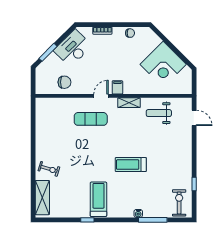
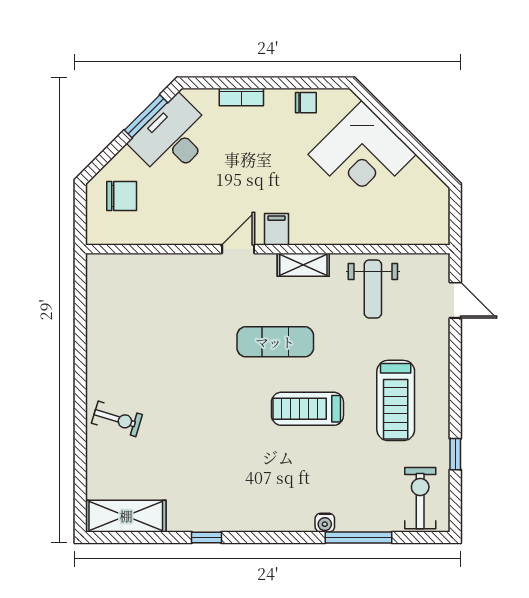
window: (48, 52) -> (146, 116), moved
corner desk: (163, 64) -> (362, 154), moved
chair: (64, 82) -> (122, 196), moved
weight bench: (159, 113) -> (373, 289), turned -90
exercise mat: (91, 119) -> (275, 342), moved
shelving: (42, 198) -> (126, 516), moved, turned 90
treadmill: (98, 199) -> (396, 400), moved, turned 180

